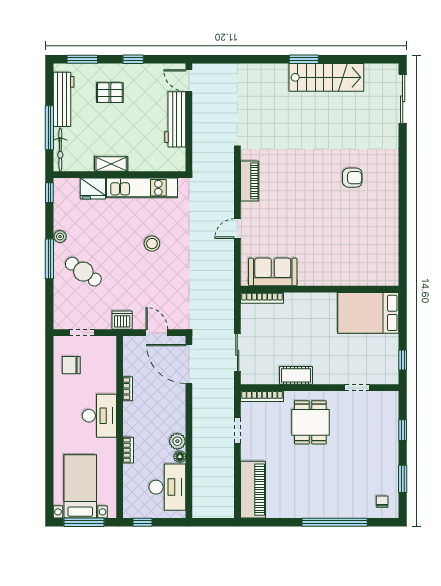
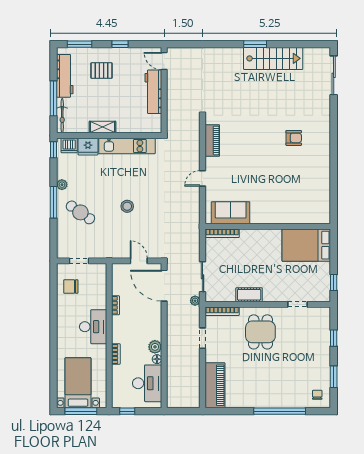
stool: (152, 244) -> (127, 206), moved
dishwasher: (122, 320) -> (69, 145), moved, turned 180
plant: (228, 383) -> (195, 301), added

